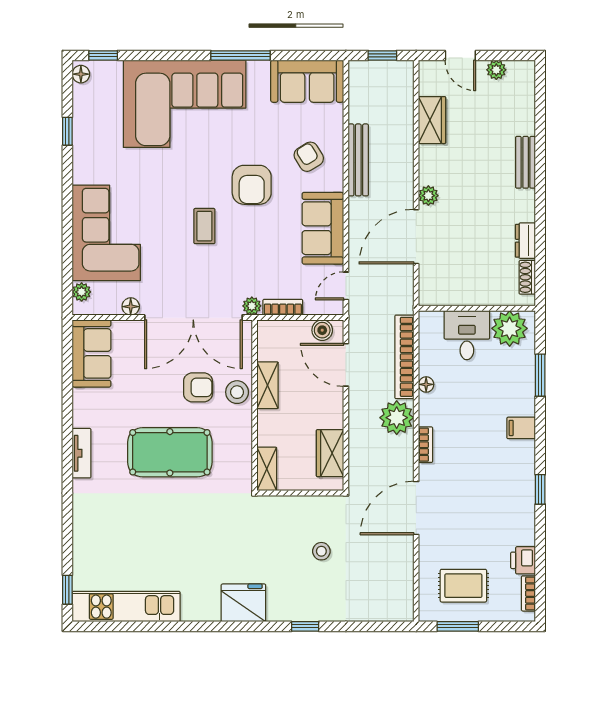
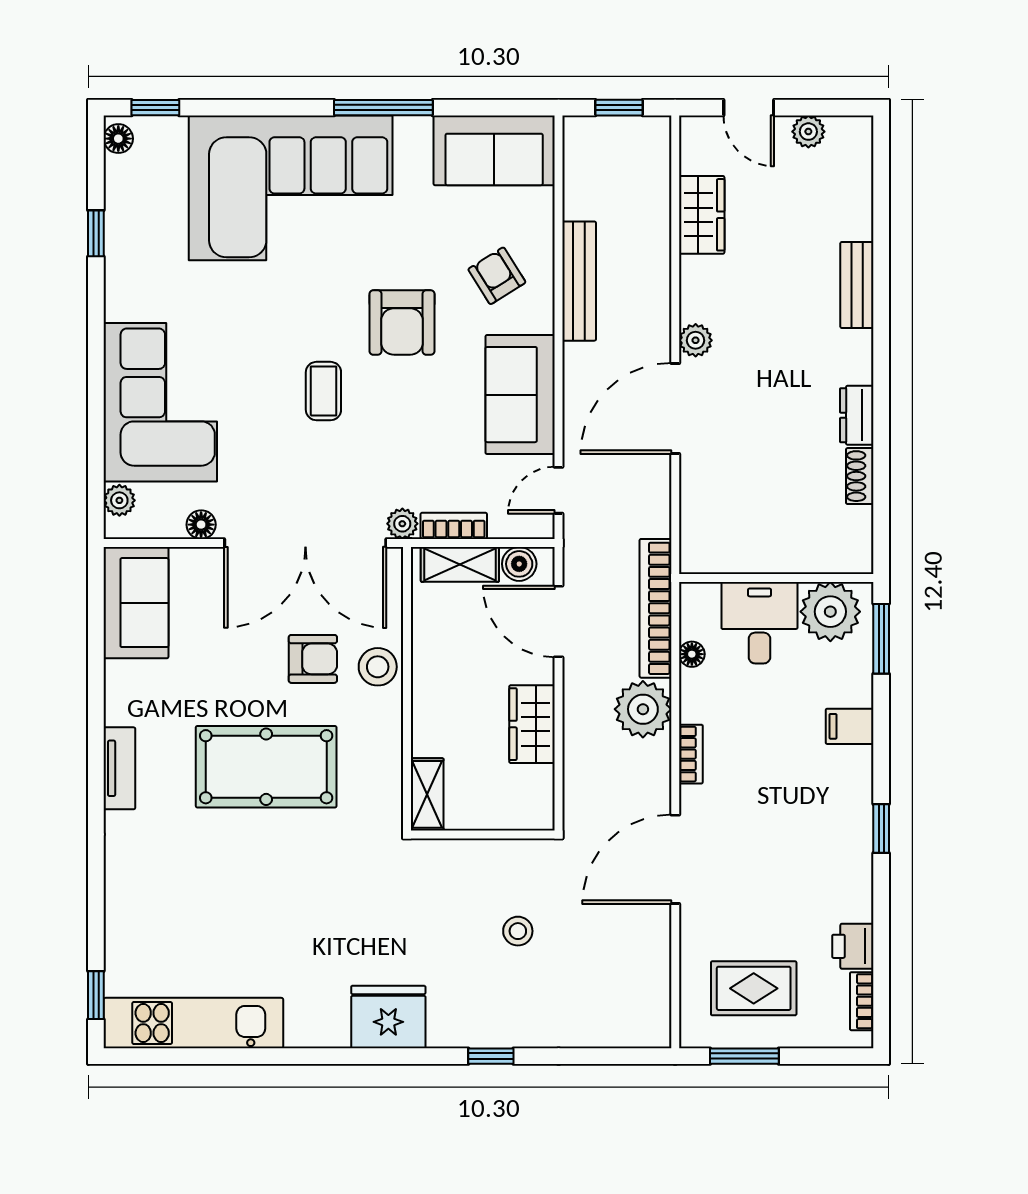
wall: (477, 308) -> (776, 578), moved
plant: (510, 328) -> (830, 612), moved
desk: (467, 335) -> (759, 623), moved
shelving: (268, 385) -> (460, 564), moved, turned 90
wardrobe: (330, 453) -> (532, 724), moved

